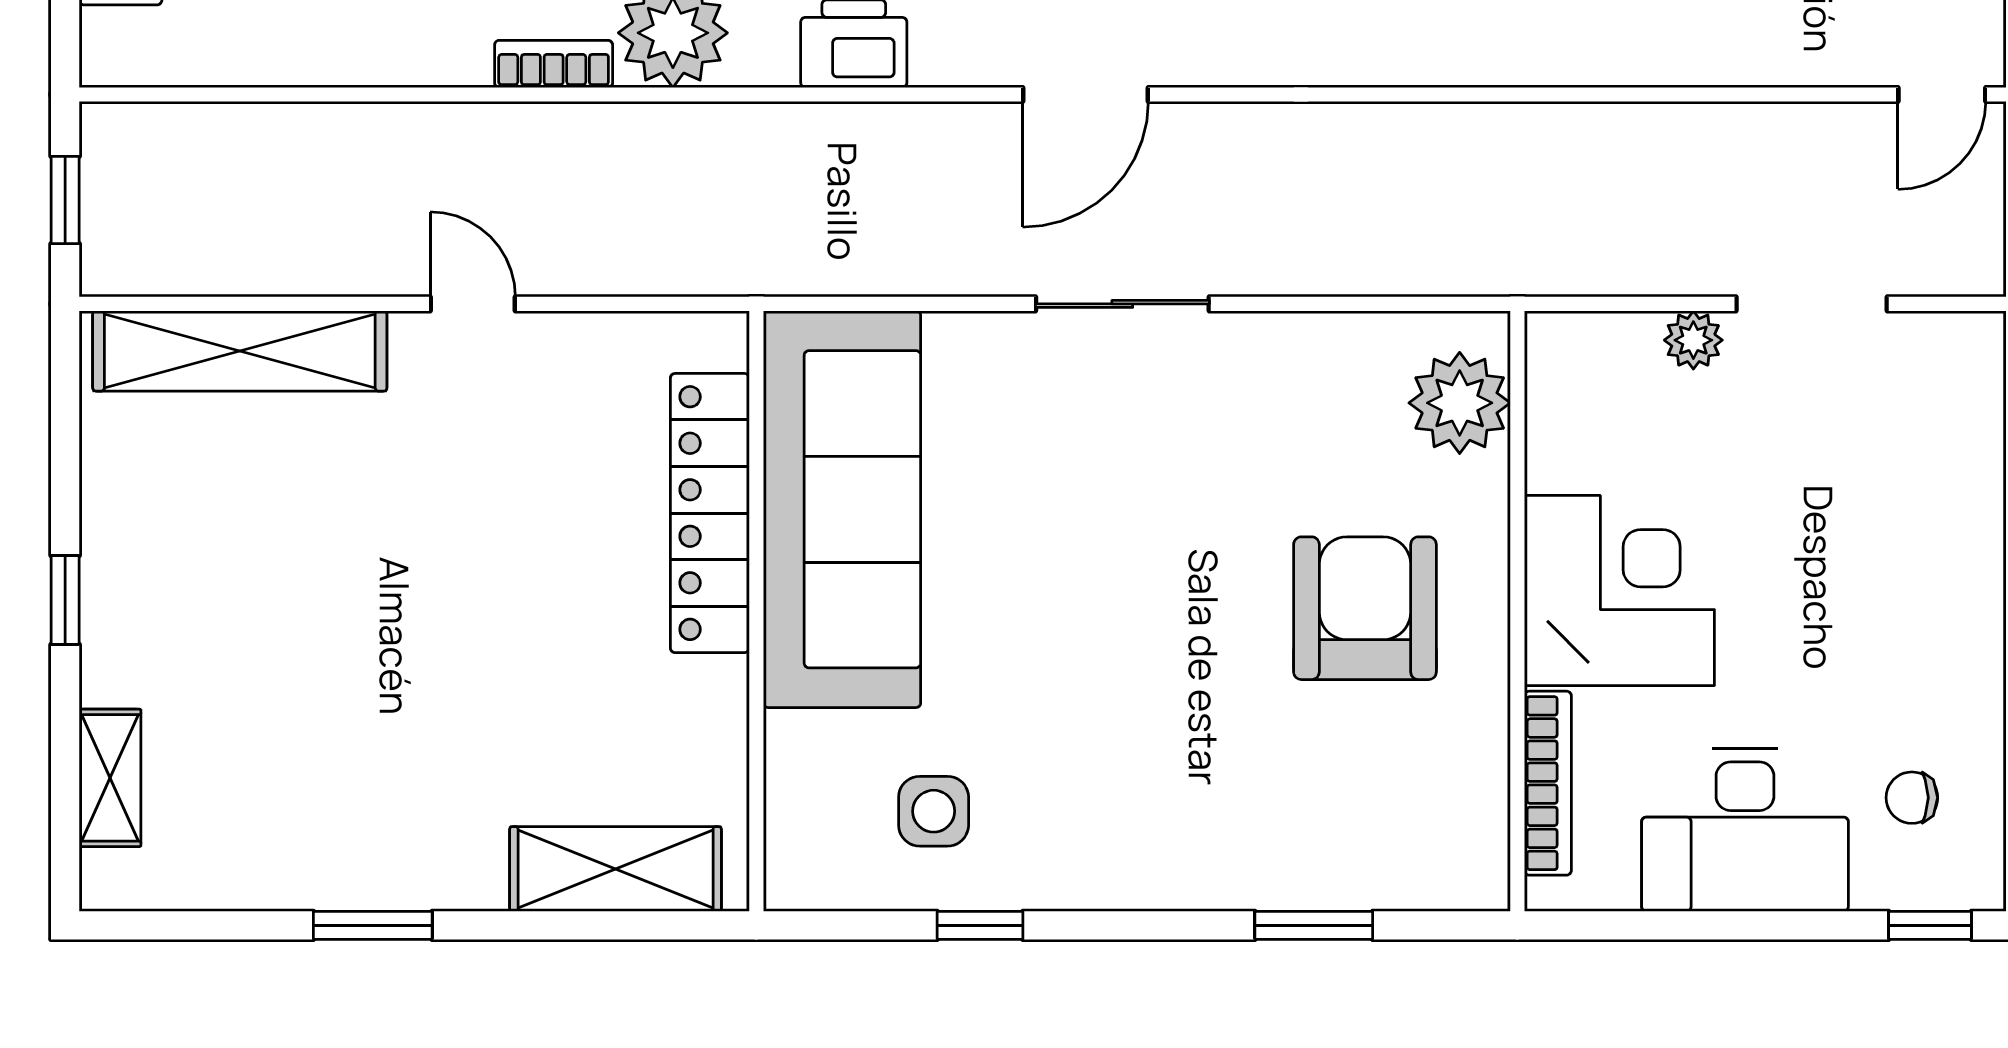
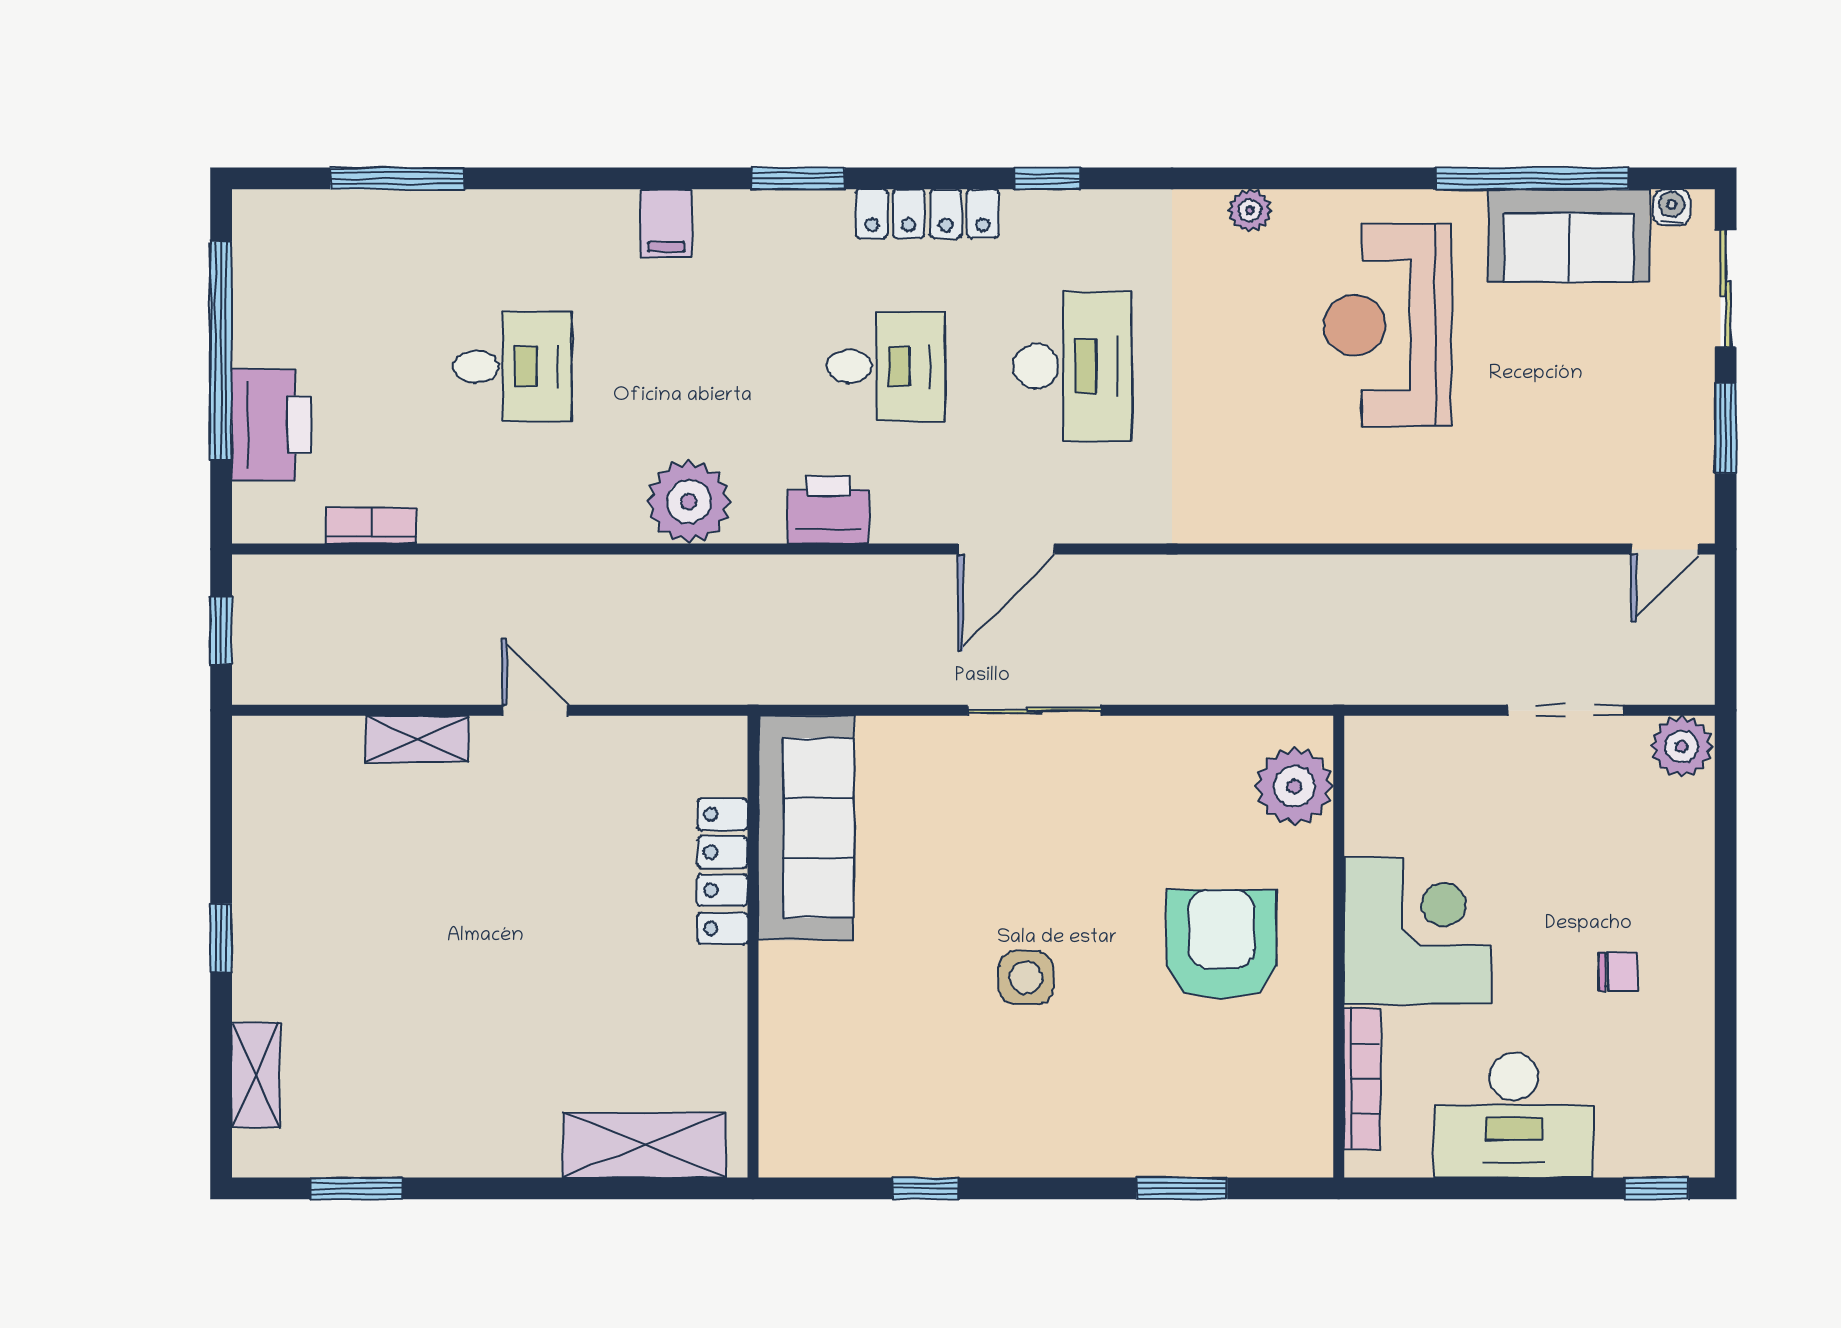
bookcase: (554, 64) -> (371, 526), moved
plant: (1693, 340) -> (1682, 747), moved, width x1.38, depth x1.38
shelving: (240, 351) -> (417, 739), width x0.45, depth x0.75
sofa: (842, 509) -> (806, 828), width x0.74, depth x0.79
locker: (710, 513) -> (722, 871), width x0.71, depth x0.83
chair: (1912, 798) -> (1618, 972), moved, turned 180
side table: (934, 811) -> (1026, 978), moved
window: (373, 925) -> (356, 1188), moved

